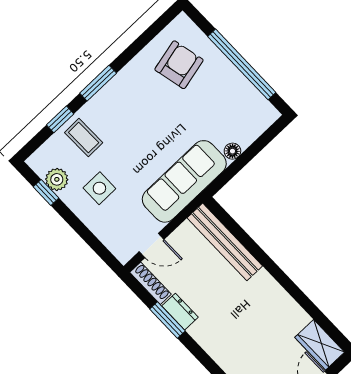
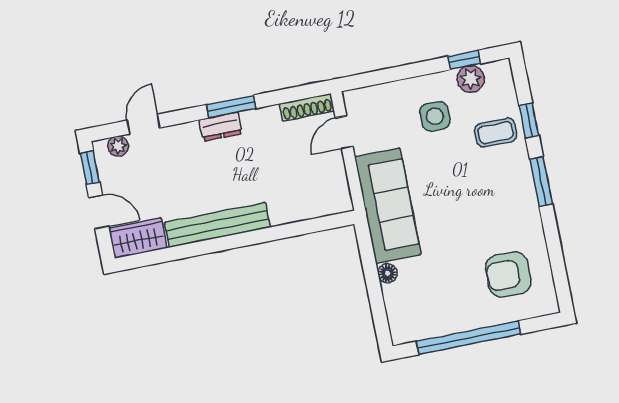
armchair: (179, 65) -> (508, 274), turned 104
bench: (225, 242) -> (217, 225), moved
dresser: (180, 312) -> (221, 127), moved
window: (167, 320) -> (231, 107), moved

